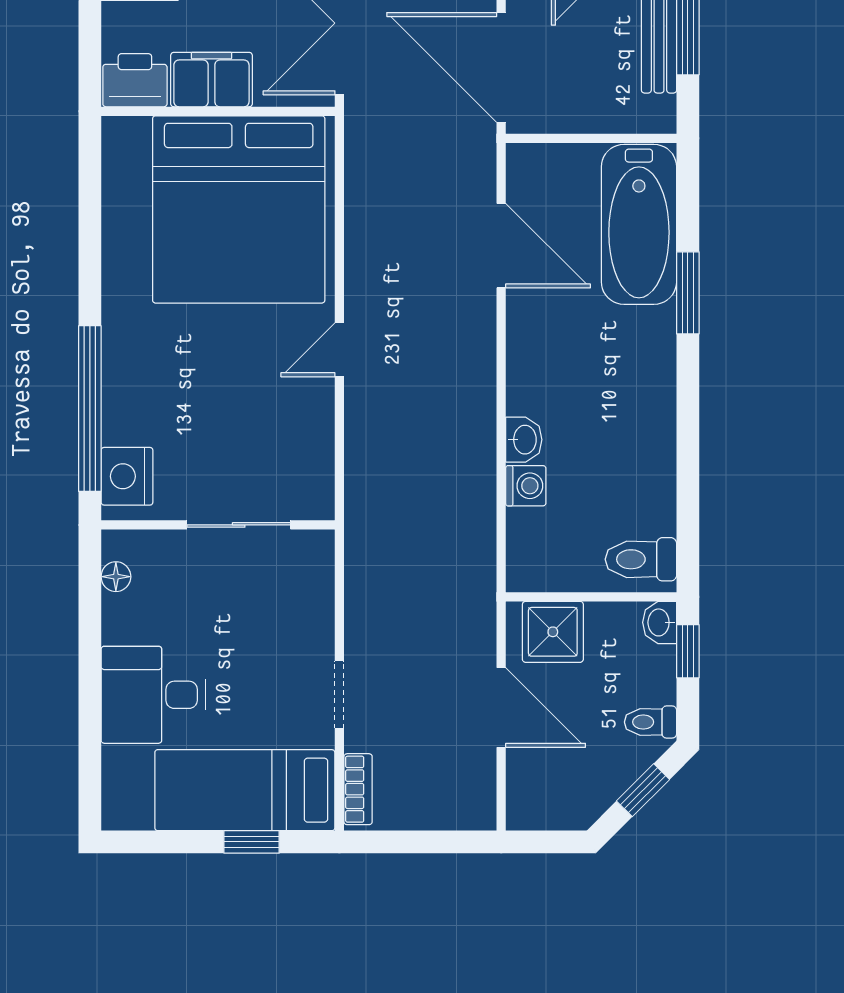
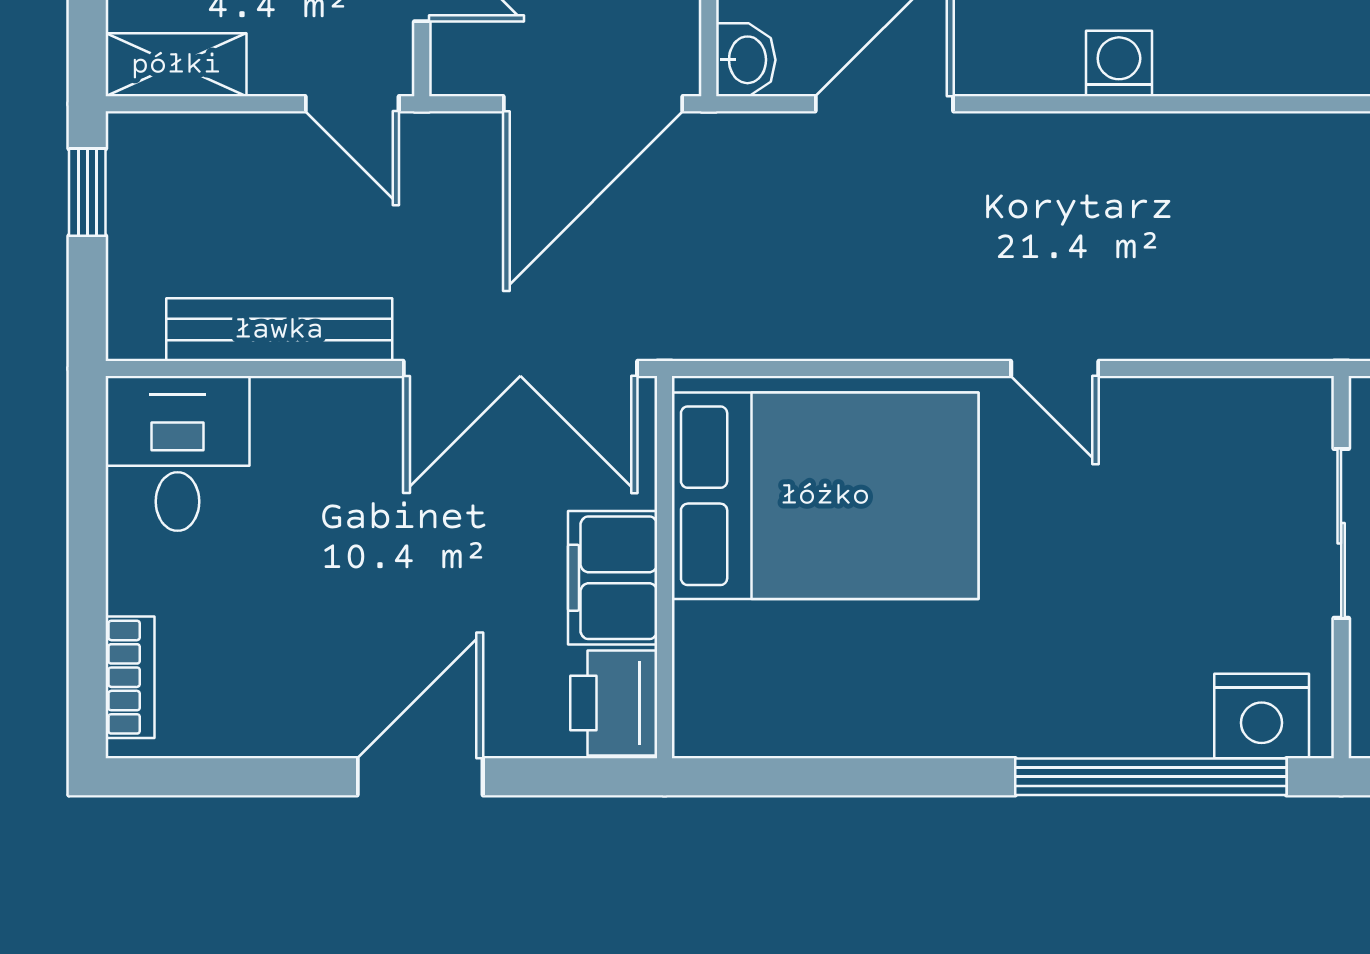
bed: (239, 209) -> (825, 496), width x0.73
washbasin: (524, 440) -> (746, 60), moved, turned 90
washing machine: (526, 486) -> (1119, 64), moved

